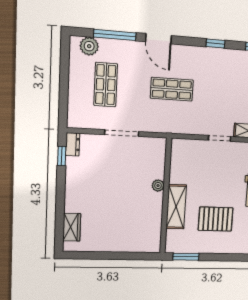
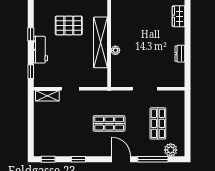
dresser: (73, 144) -> (180, 54), moved
window: (62, 156) -> (187, 70), removed
shelving: (176, 207) -> (101, 42), width x1.47

